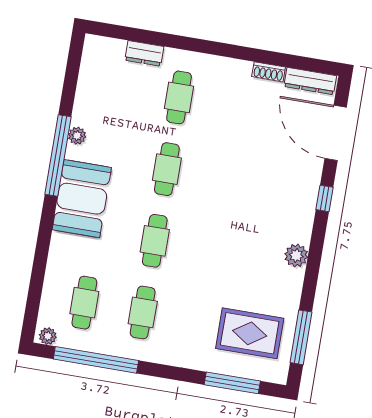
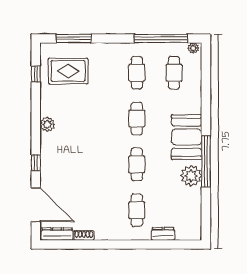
plant: (77, 136) -> (191, 176), width x1.87, depth x1.87
window: (301, 337) -> (36, 74), width x0.46

